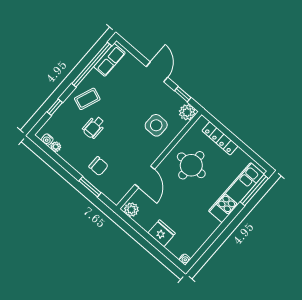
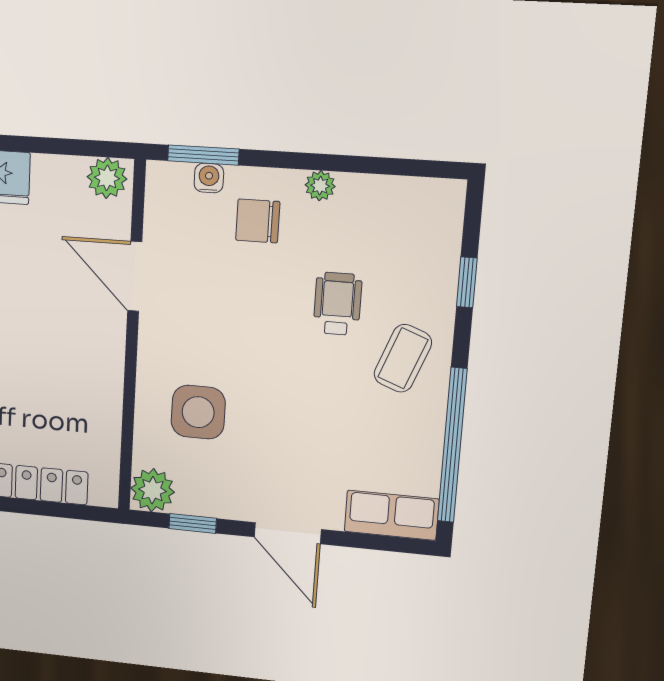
row of seats: (109, 60) -> (391, 515), moved, turned 90
water cooler: (47, 140) -> (209, 178), moved
plant: (56, 147) -> (320, 186), moved
round table: (191, 165) -> (54, 379), removed
window: (90, 187) -> (203, 155), moved

